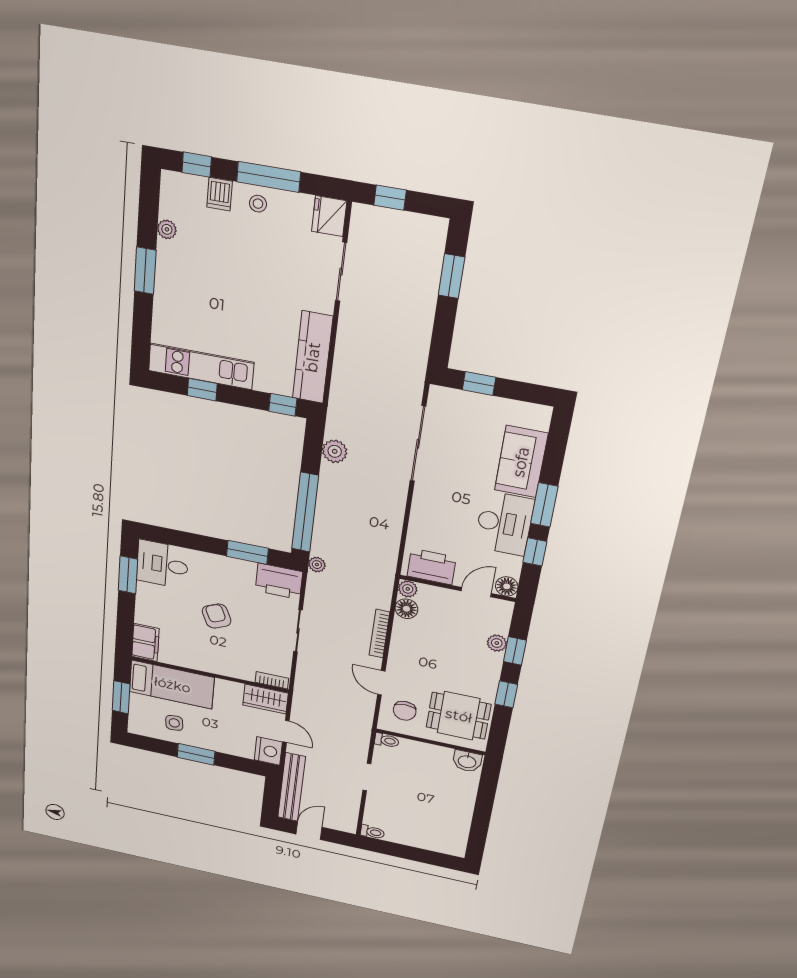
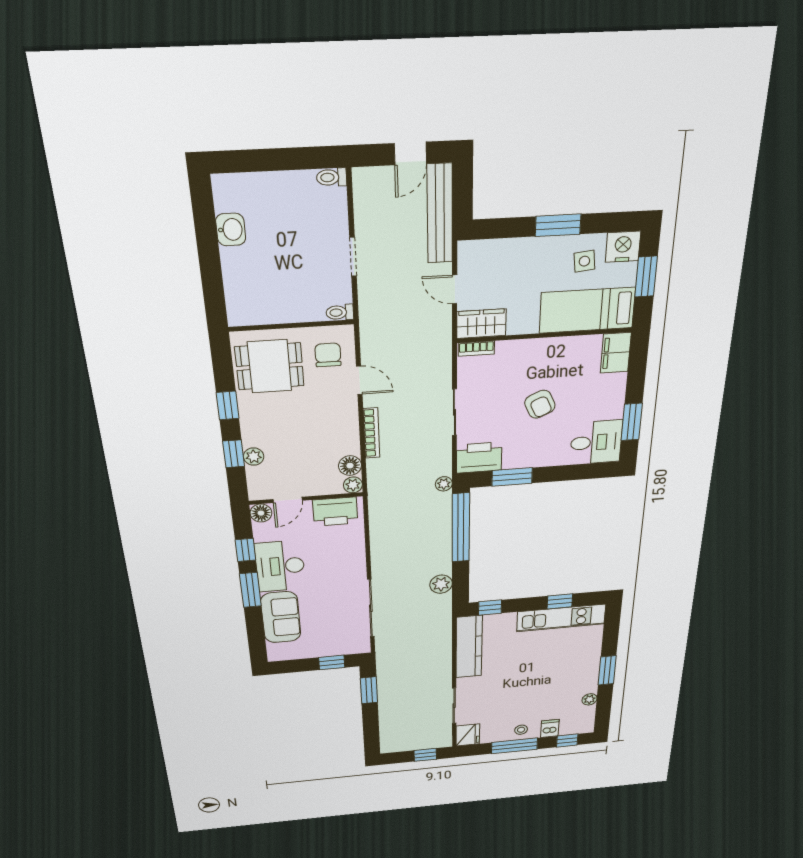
window: (451, 276) -> (369, 690), moved
nightstand: (268, 751) -> (623, 247), moved, turned 90
washbasin: (467, 761) -> (231, 230), moved, turned 90

